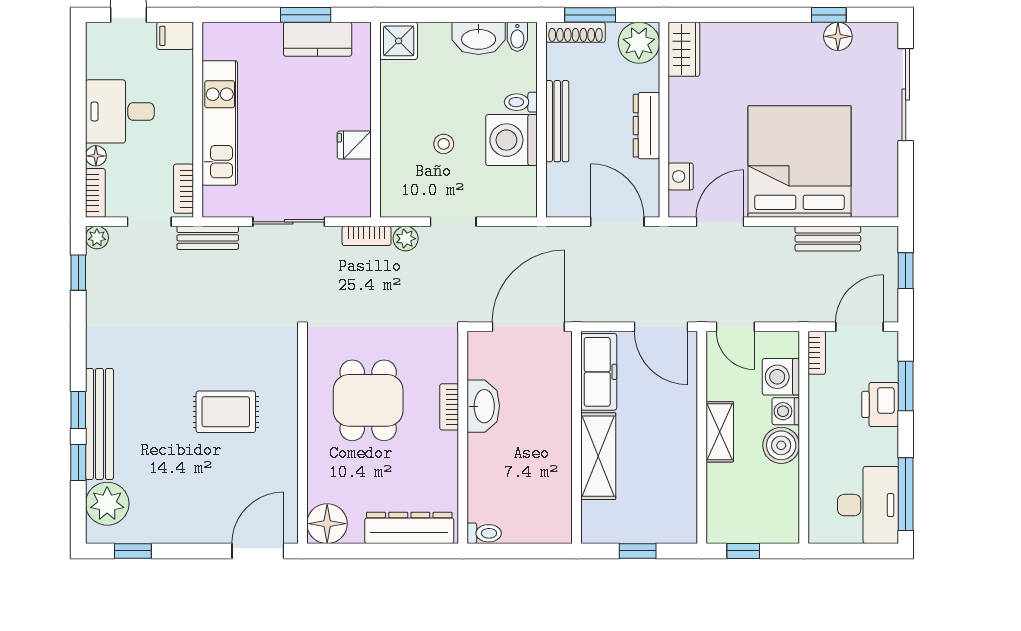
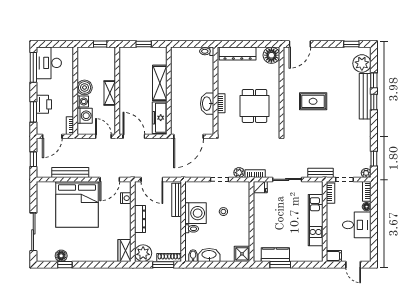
bench: (557, 121) -> (177, 200), moved
fridge: (354, 145) -> (260, 187), moved
bench: (828, 239) -> (70, 173), width x1.36

